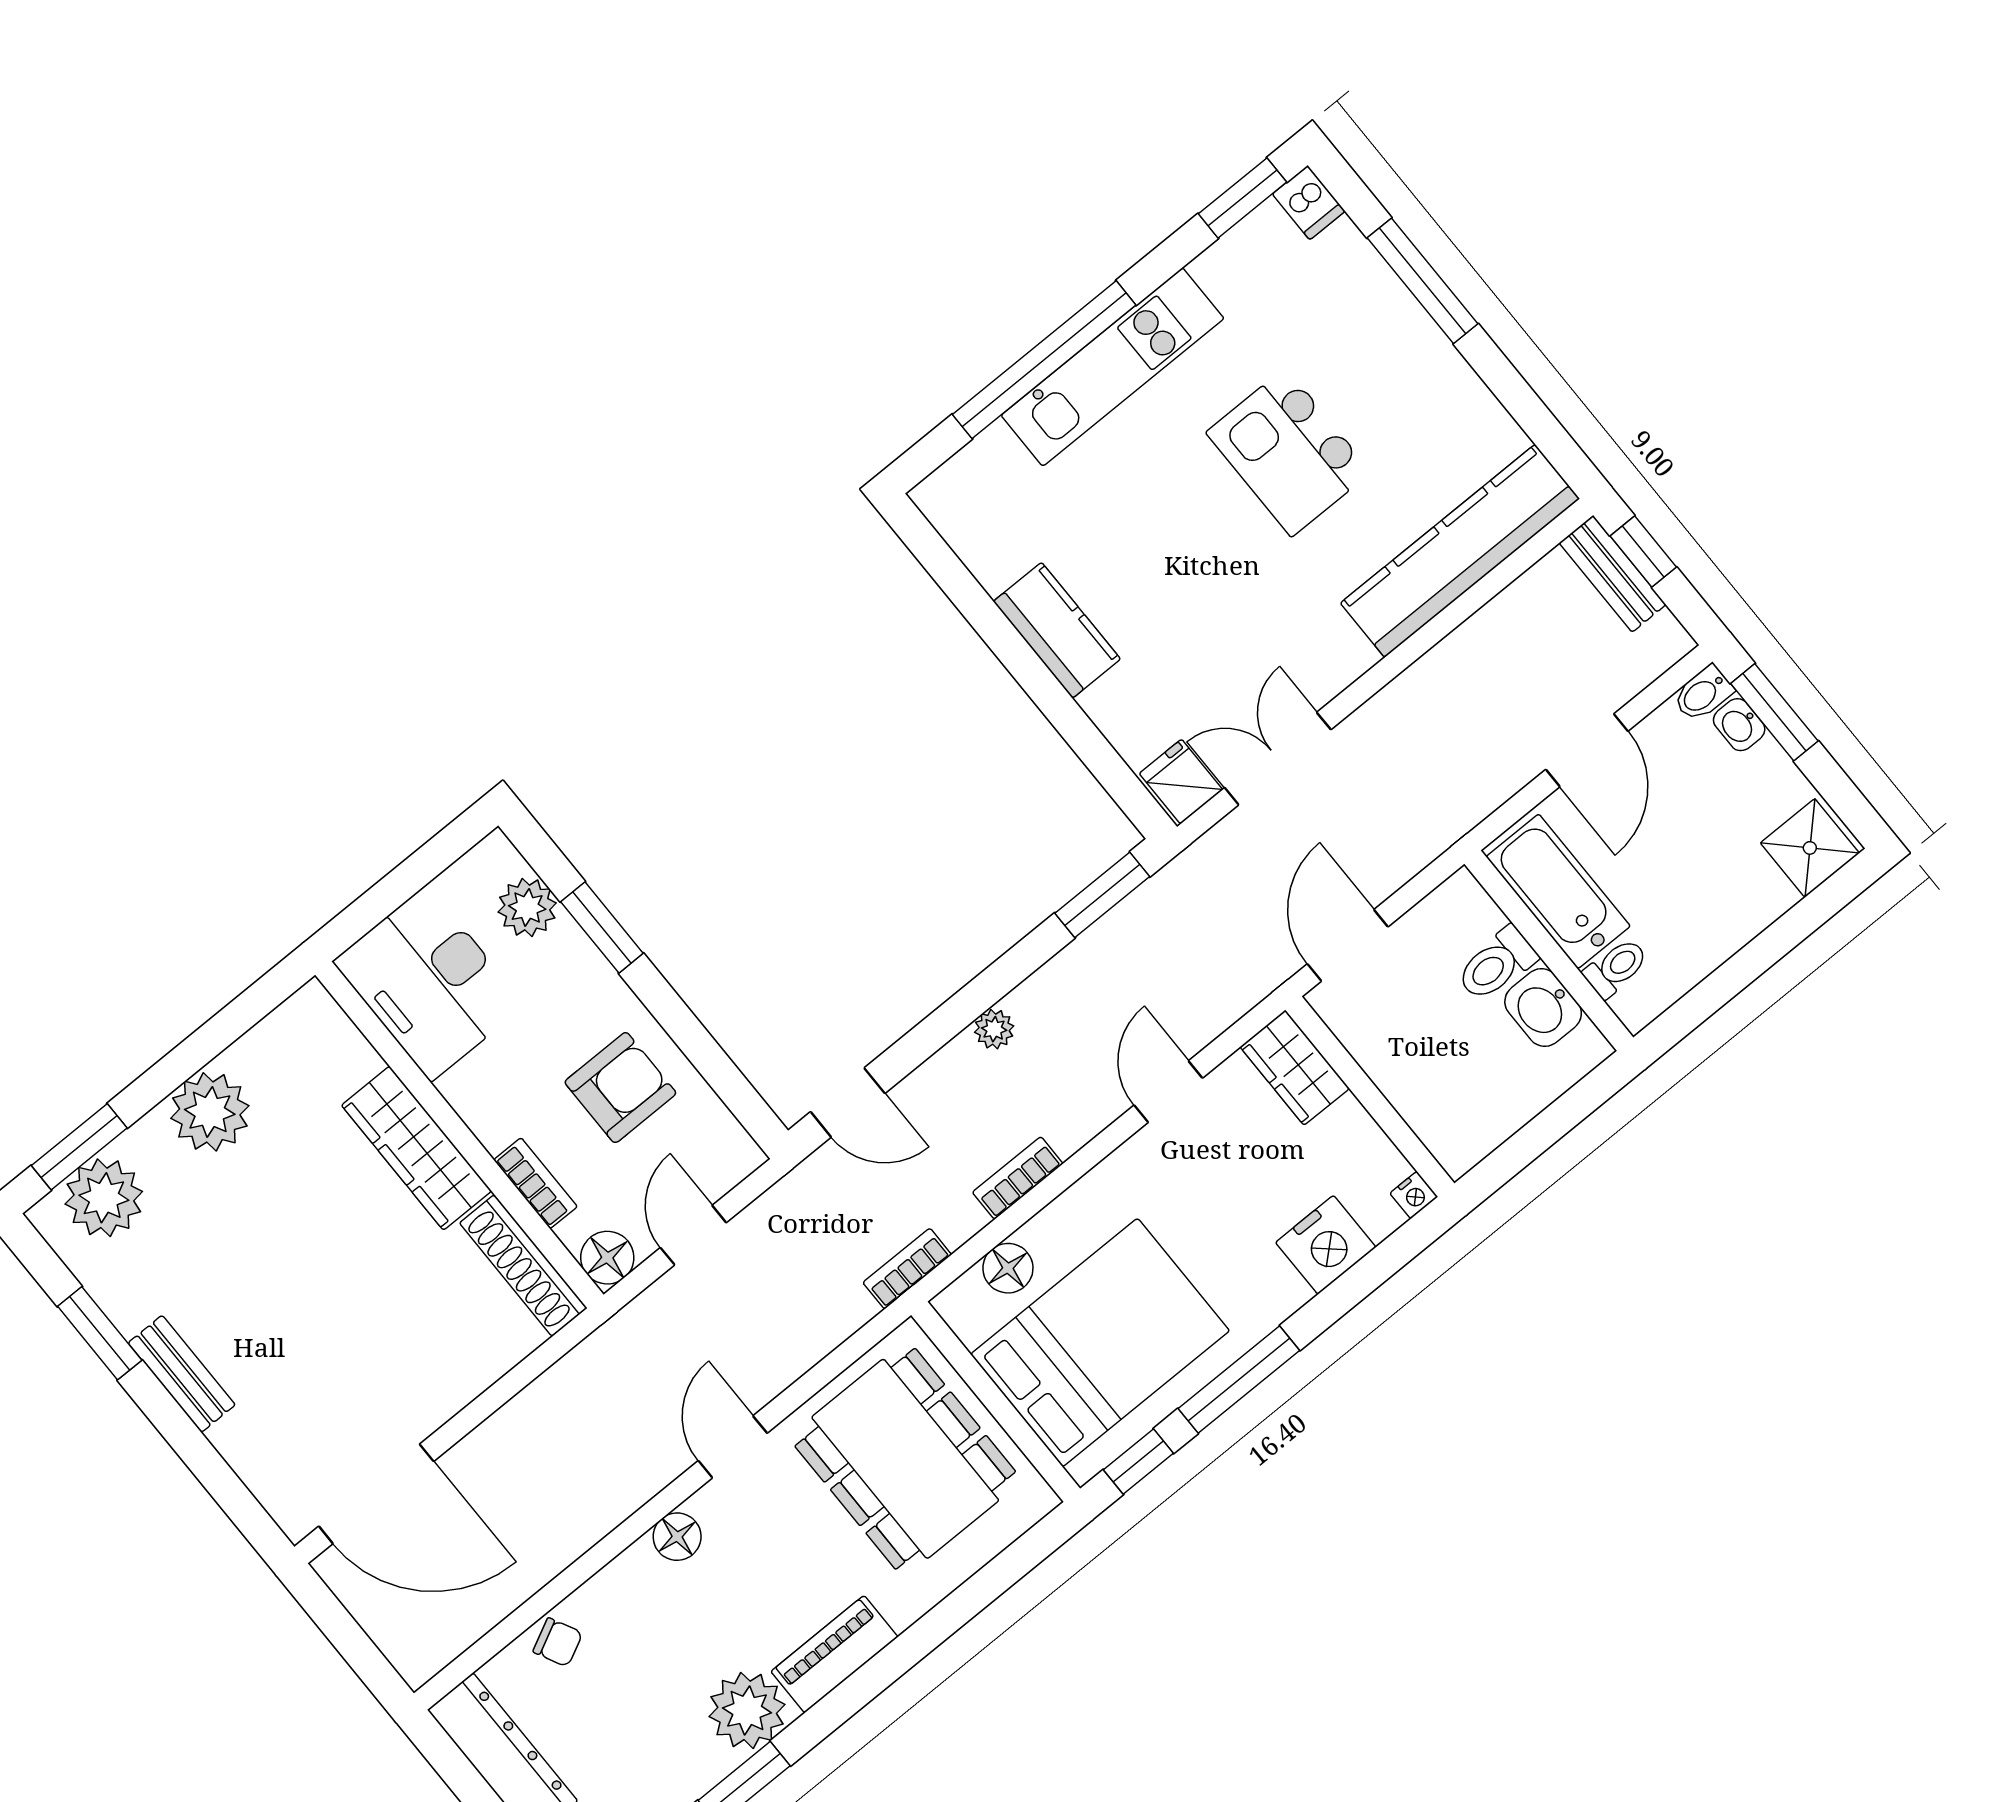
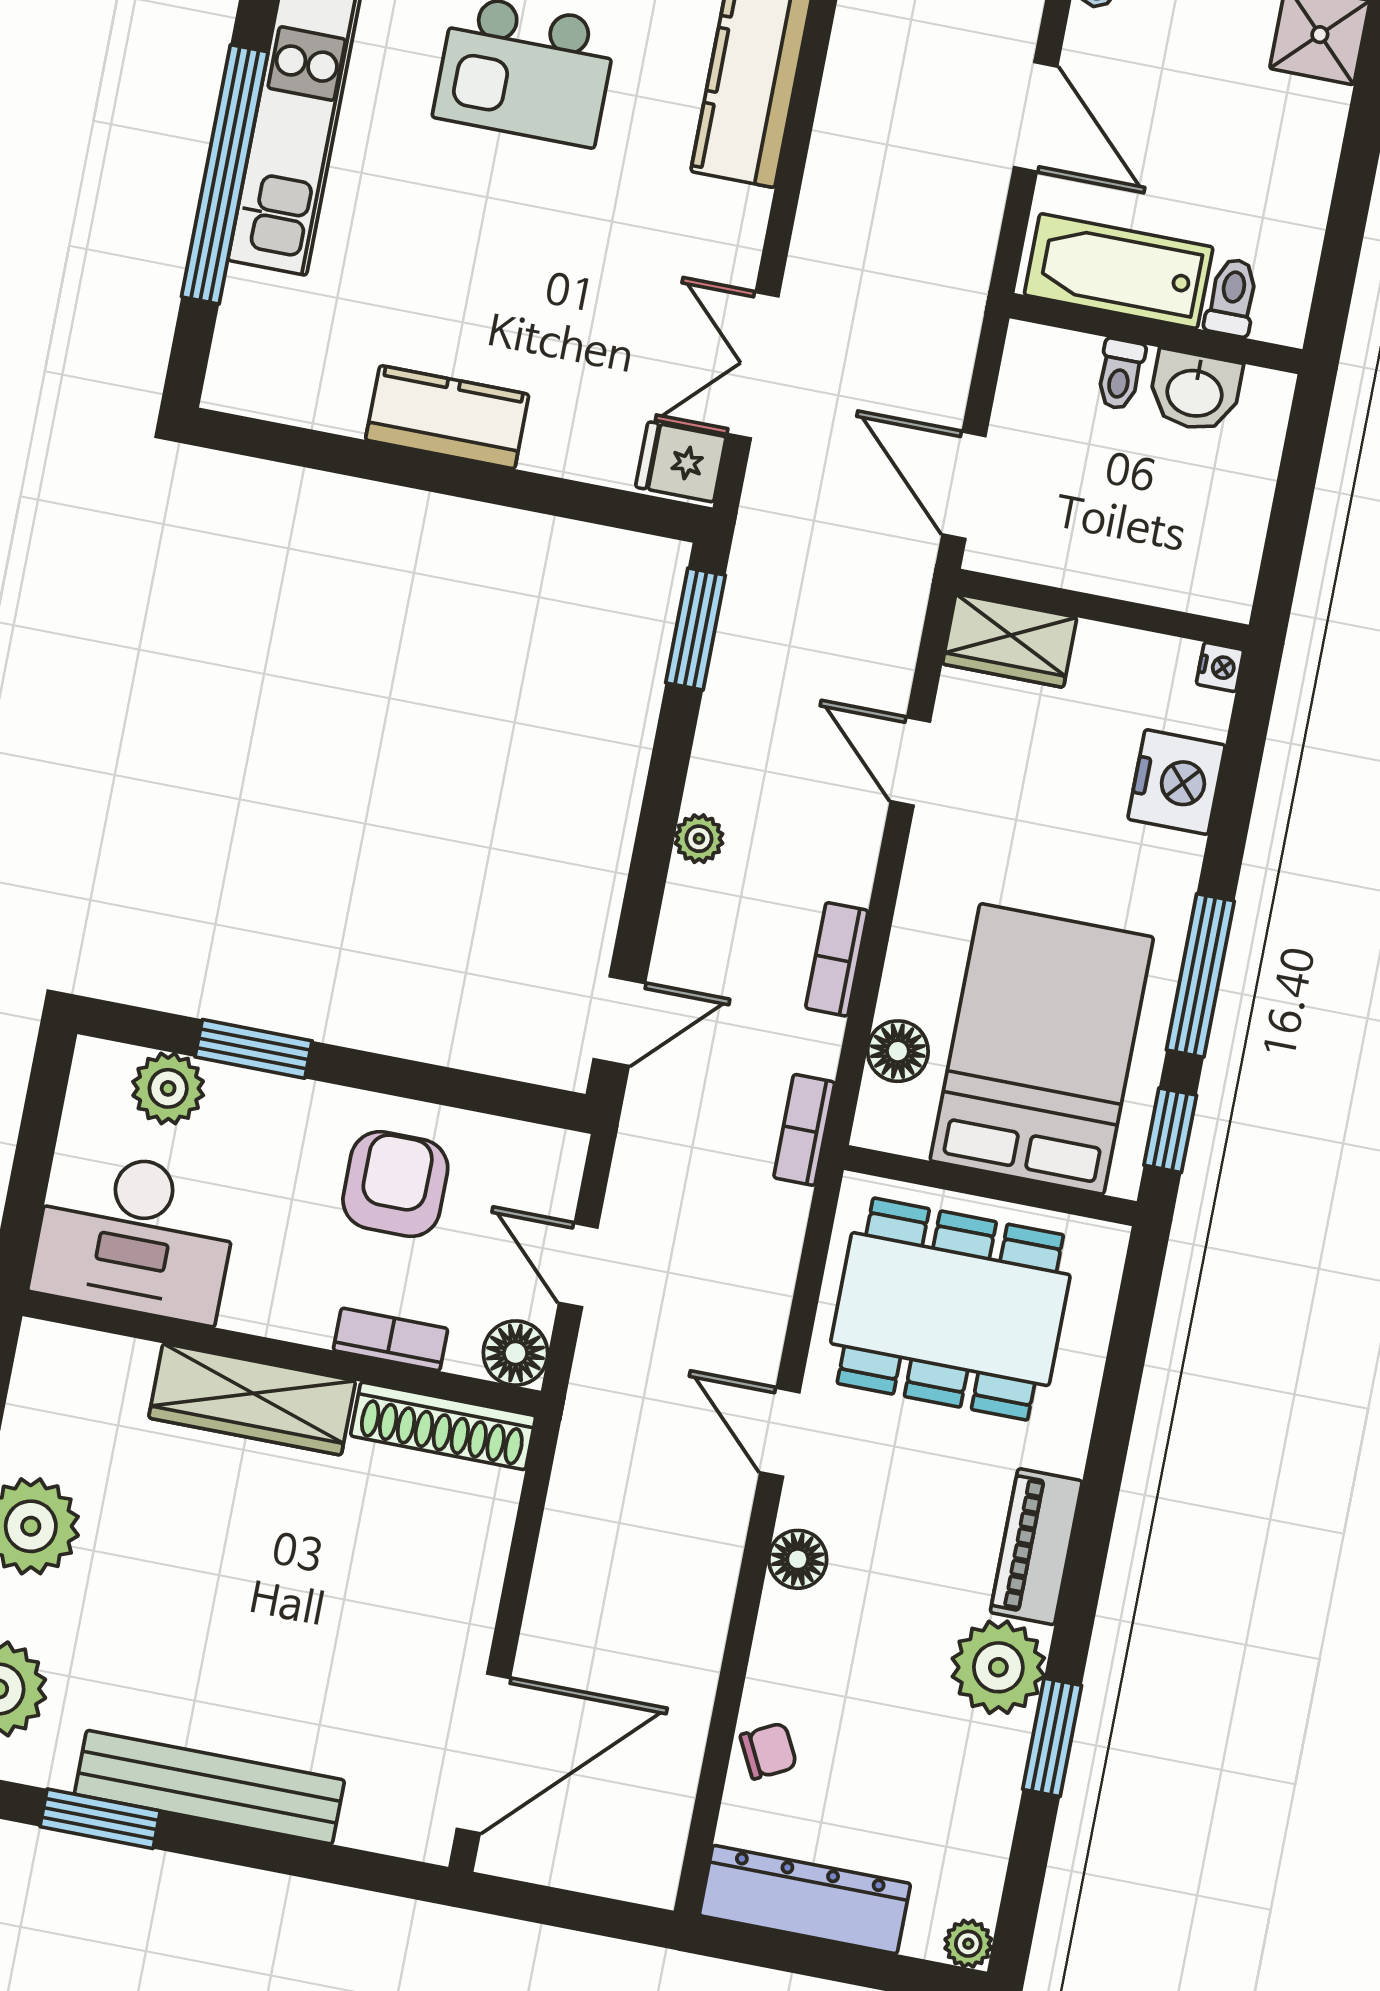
toilet: (1497, 964) -> (1120, 374), width x0.73, depth x0.72
bench: (182, 1374) -> (209, 1787), width x1.86, depth x1.21

